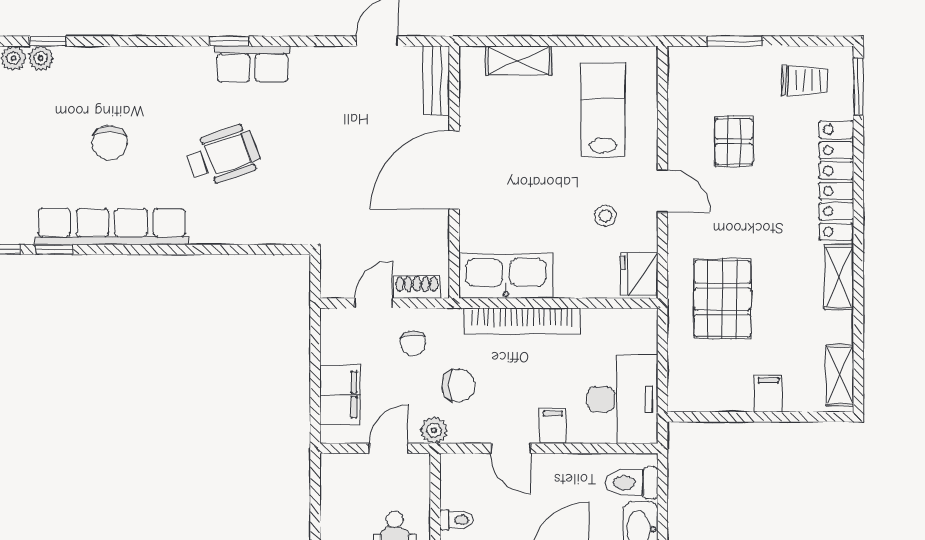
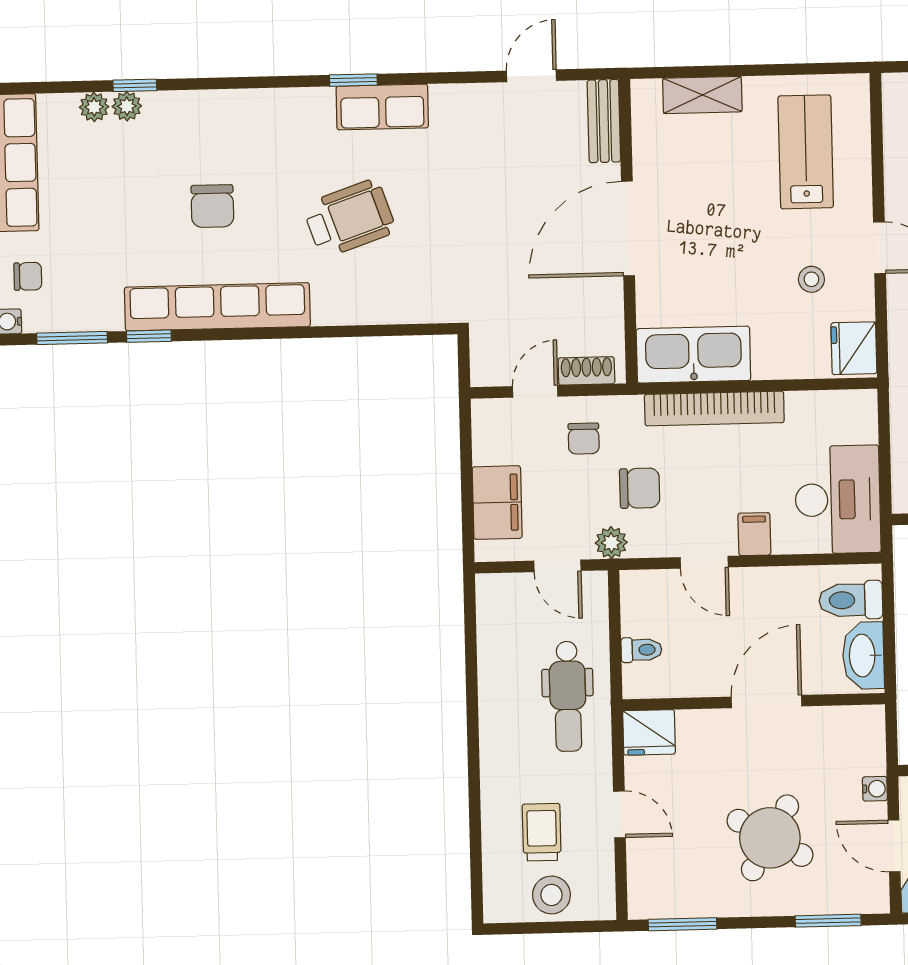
door: (389, 448) -> (557, 566), swing flipped

